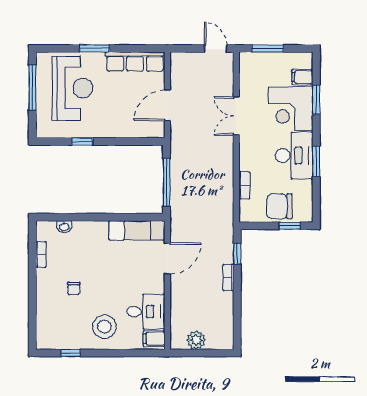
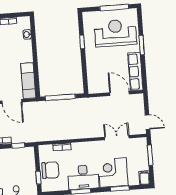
door: (216, 49) -> (148, 122), hinge flipped
filing cabinet: (302, 77) -> (145, 178), moved
reception desk: (72, 88) -> (116, 33), turned 180
door: (167, 105) -> (120, 93), moved
double door: (236, 116) -> (117, 138), moved
chair: (279, 206) -> (50, 170), turned 90

